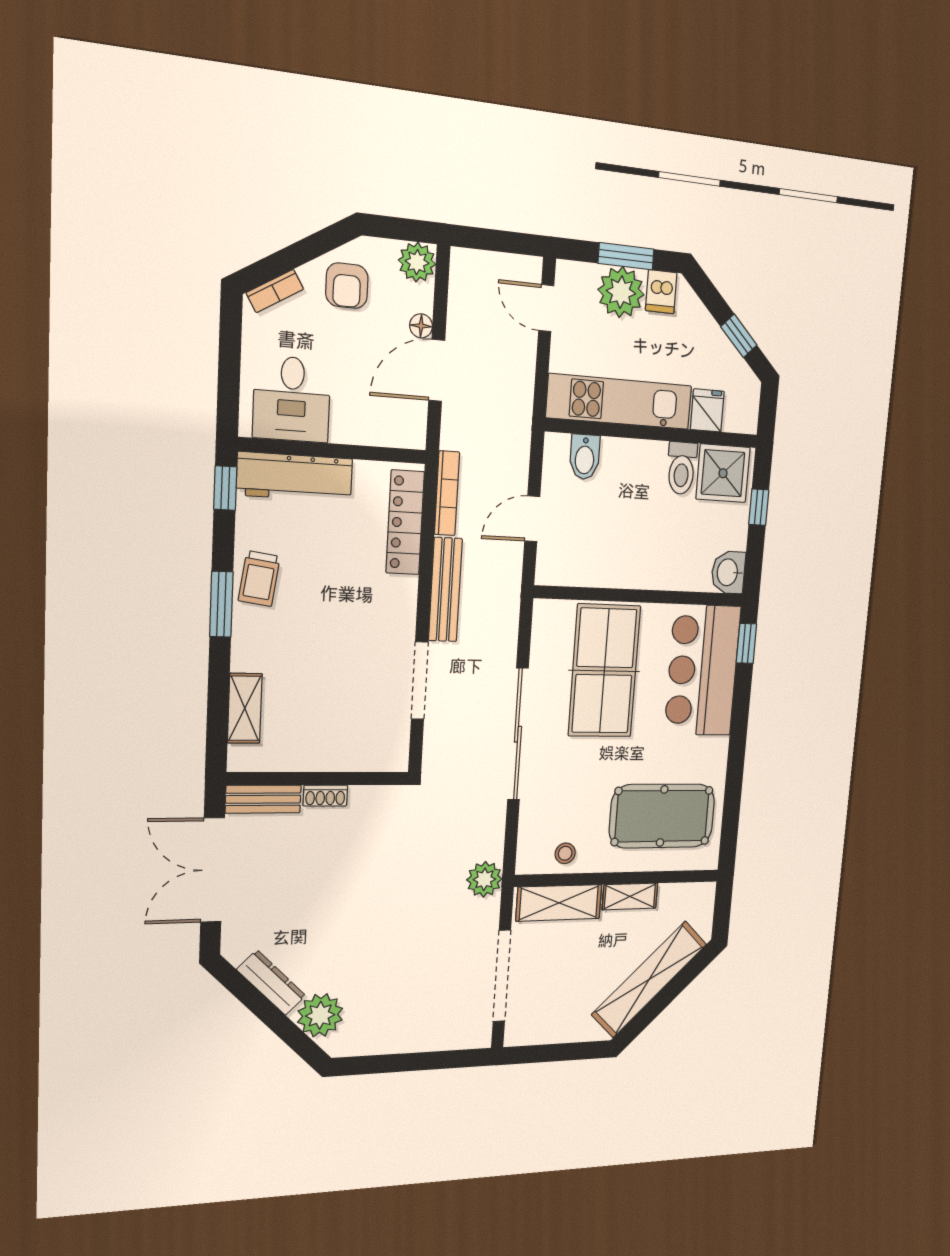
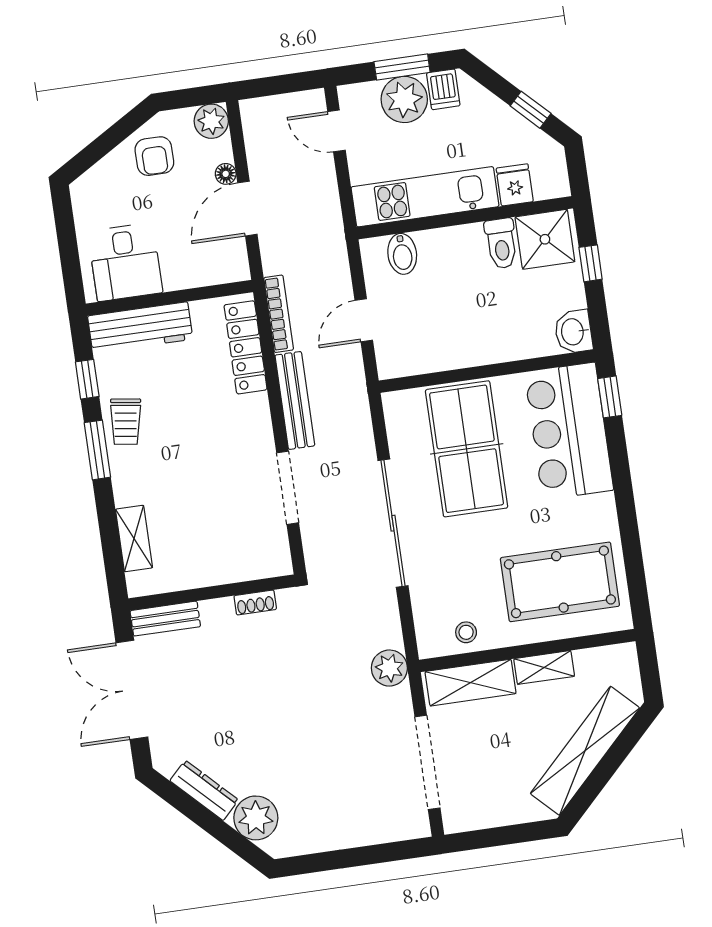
bookcase: (275, 291) -> (94, 176), removed
window: (225, 488) -> (87, 379), moved
shoe rack: (325, 796) -> (255, 603), moved

